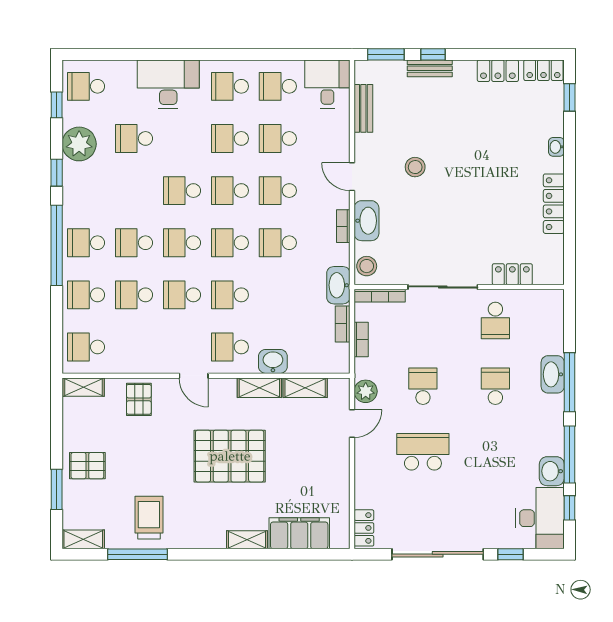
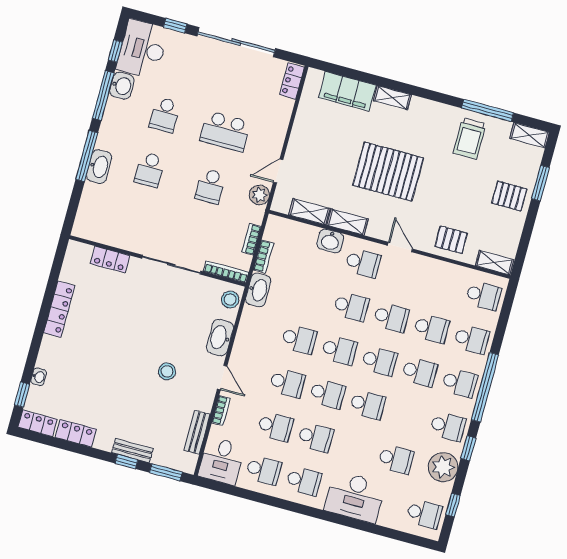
washbasin: (556, 147) -> (39, 377), moved
school desk: (86, 191) -> (448, 427), added
bookcase: (343, 226) -> (221, 411), moved
school desk: (495, 321) -> (165, 115), moved, turned 180
pallet: (139, 399) -> (451, 240), turned 90

